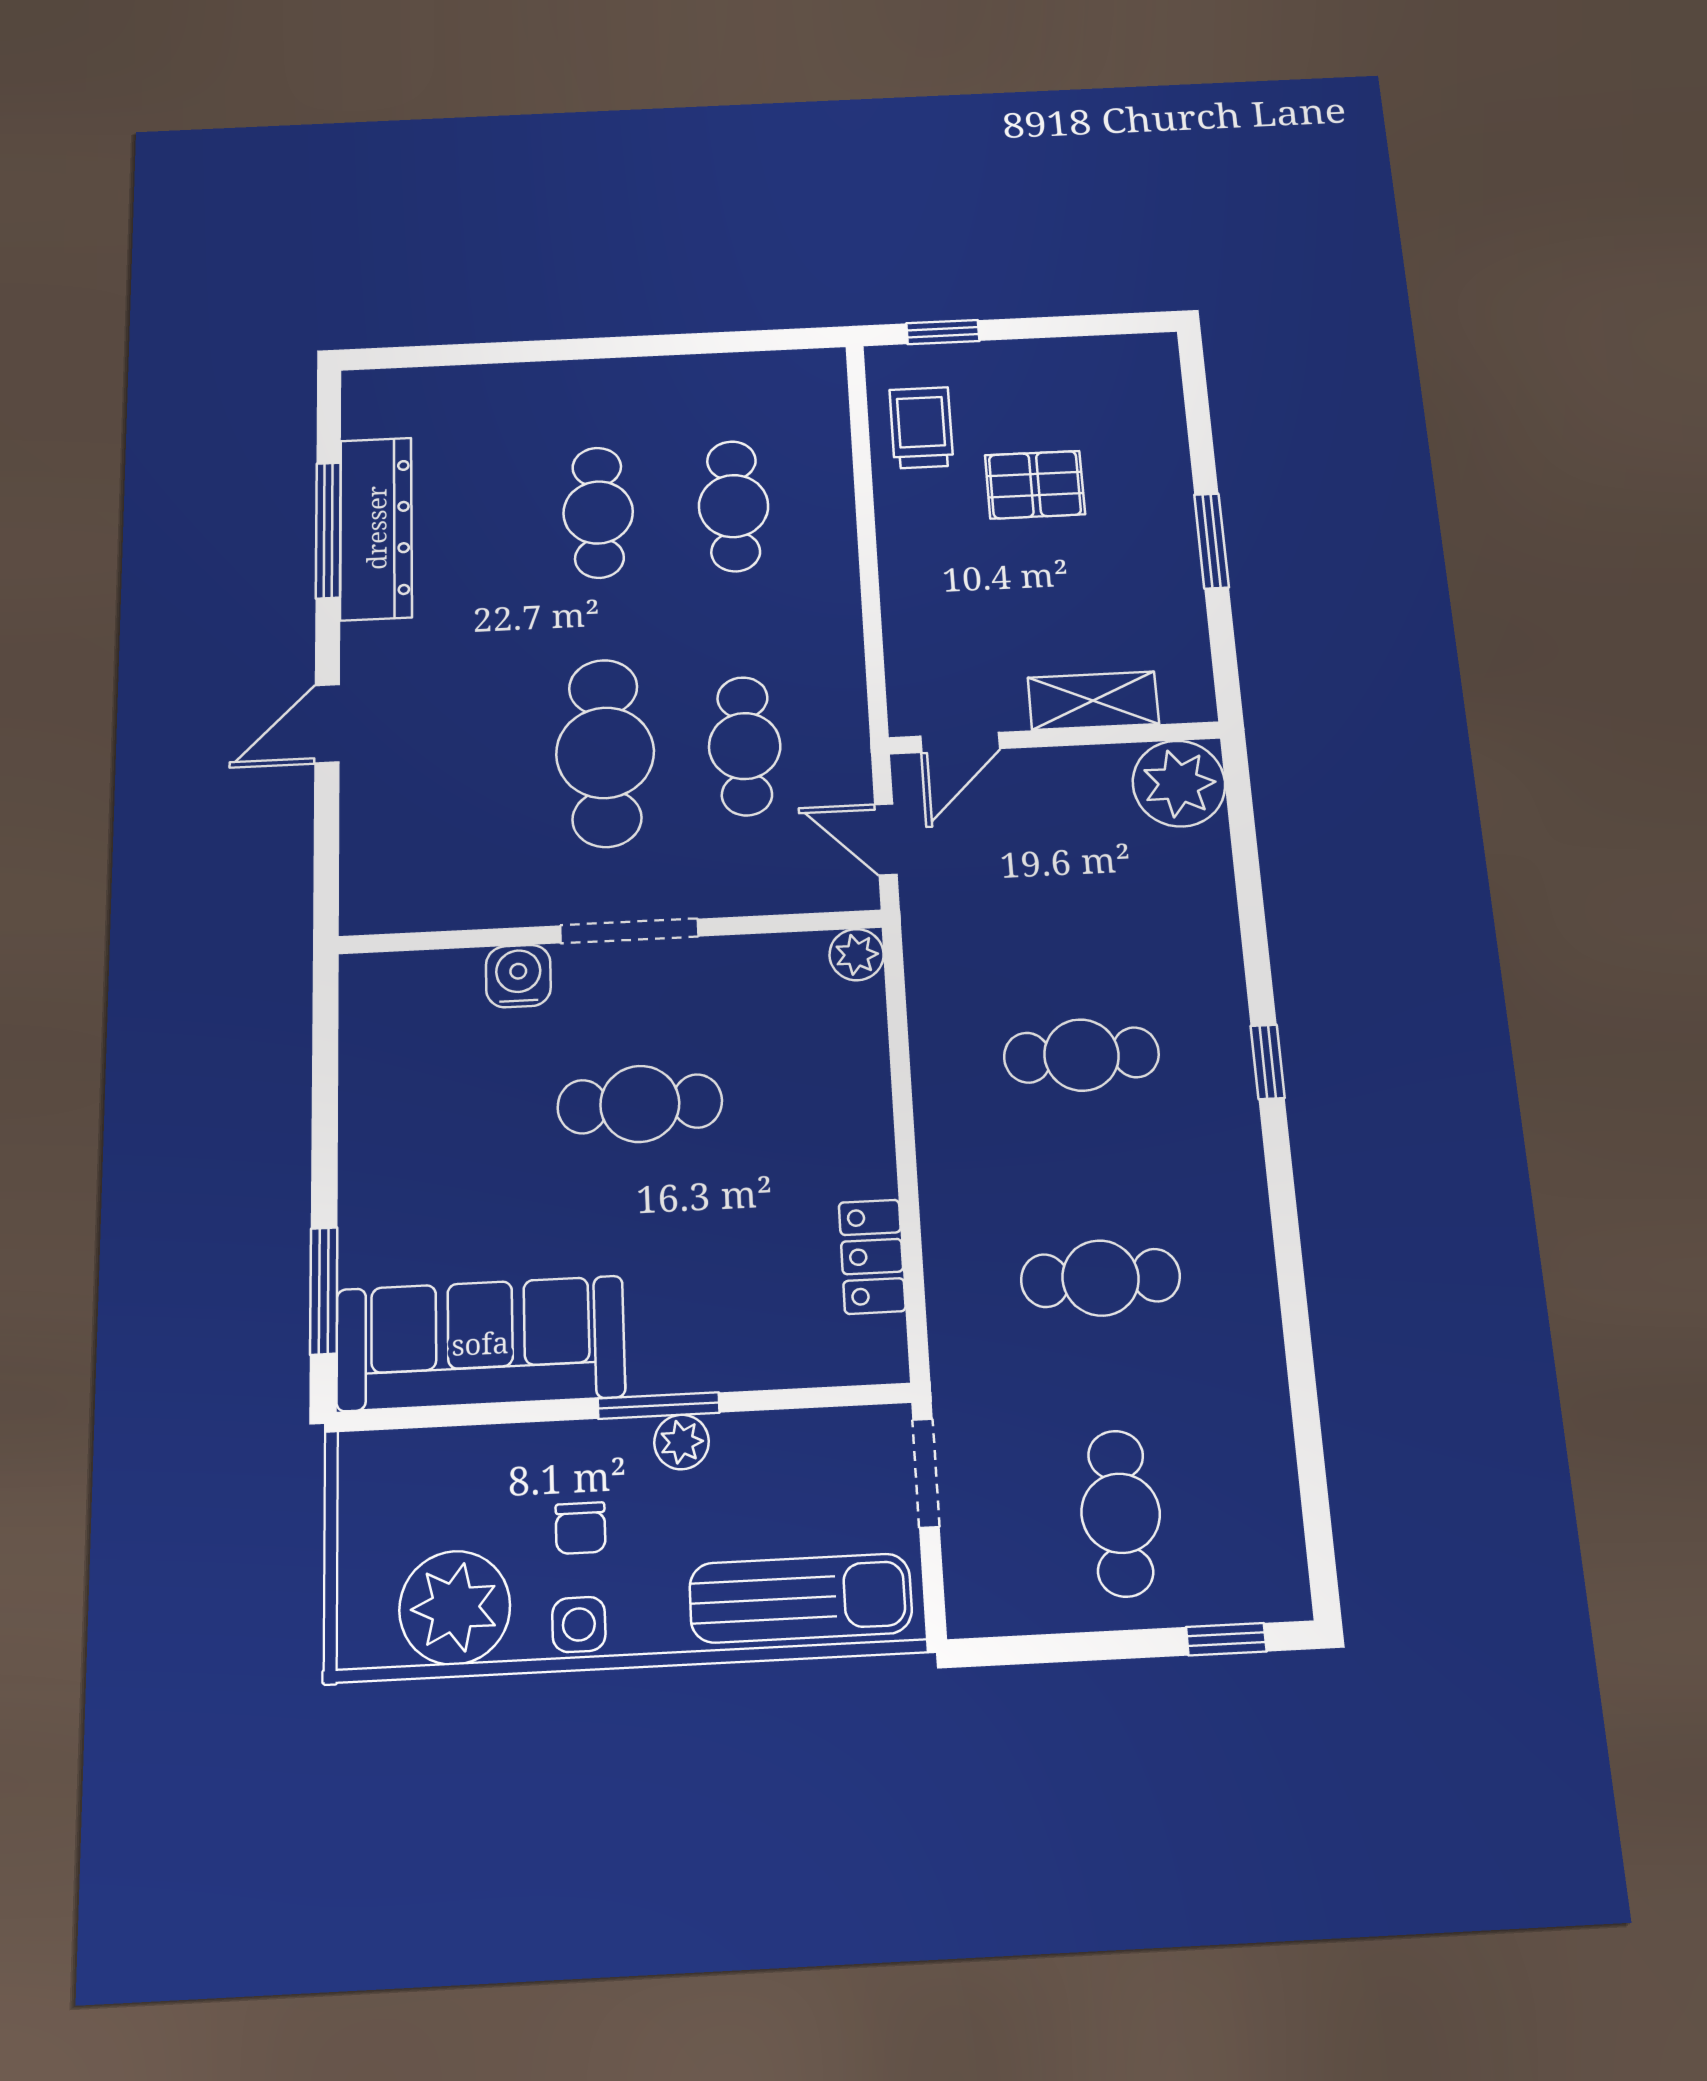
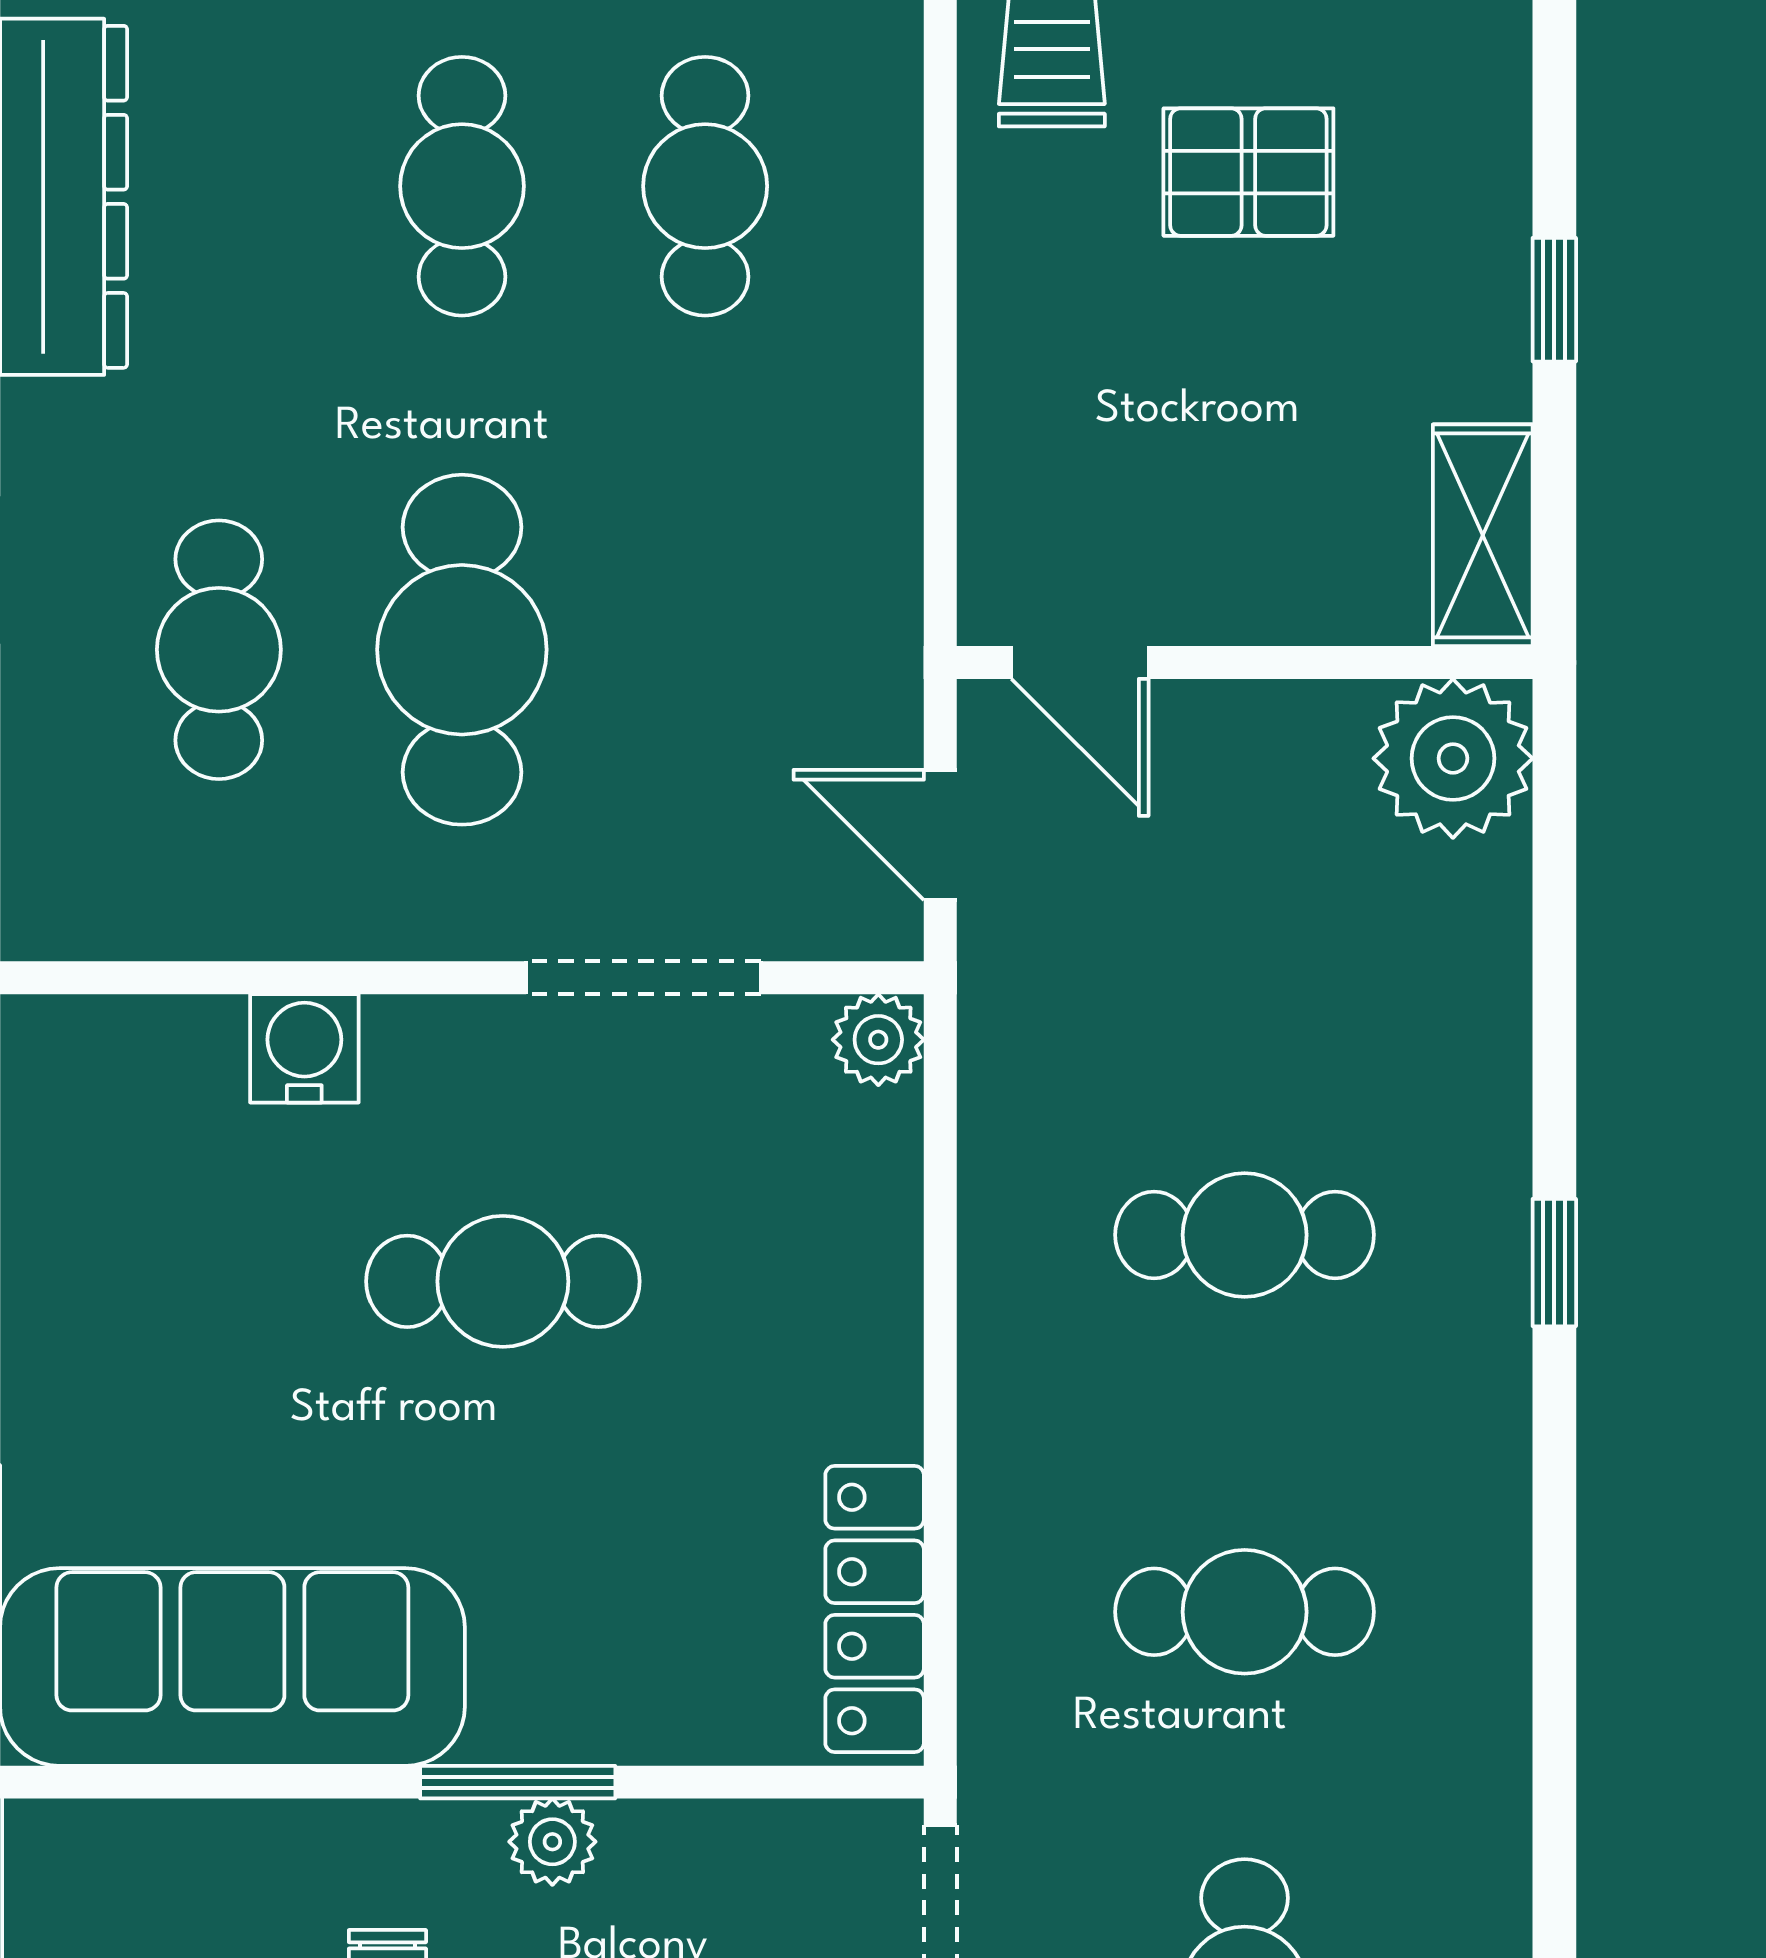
window: (1211, 541) -> (1554, 300), width x0.67
shelving: (1093, 701) -> (1483, 535), moved, turned 90
door: (960, 742) -> (1080, 663), hinge flipped
cafe table: (745, 746) -> (219, 650), moved
doorway: (629, 931) -> (643, 978), moved
locker: (872, 1257) -> (875, 1609), width x1.53

